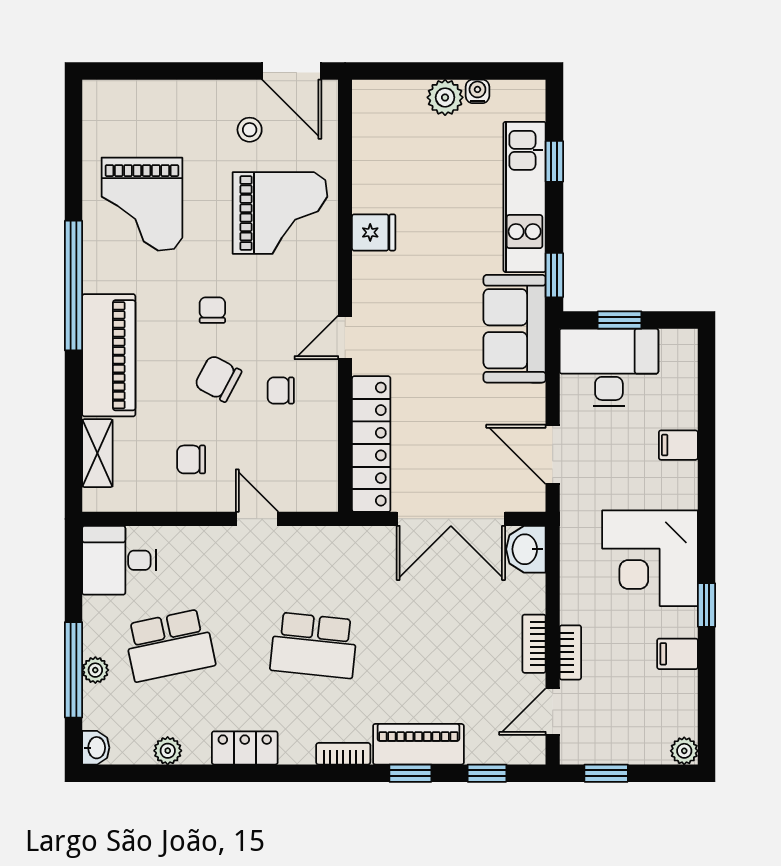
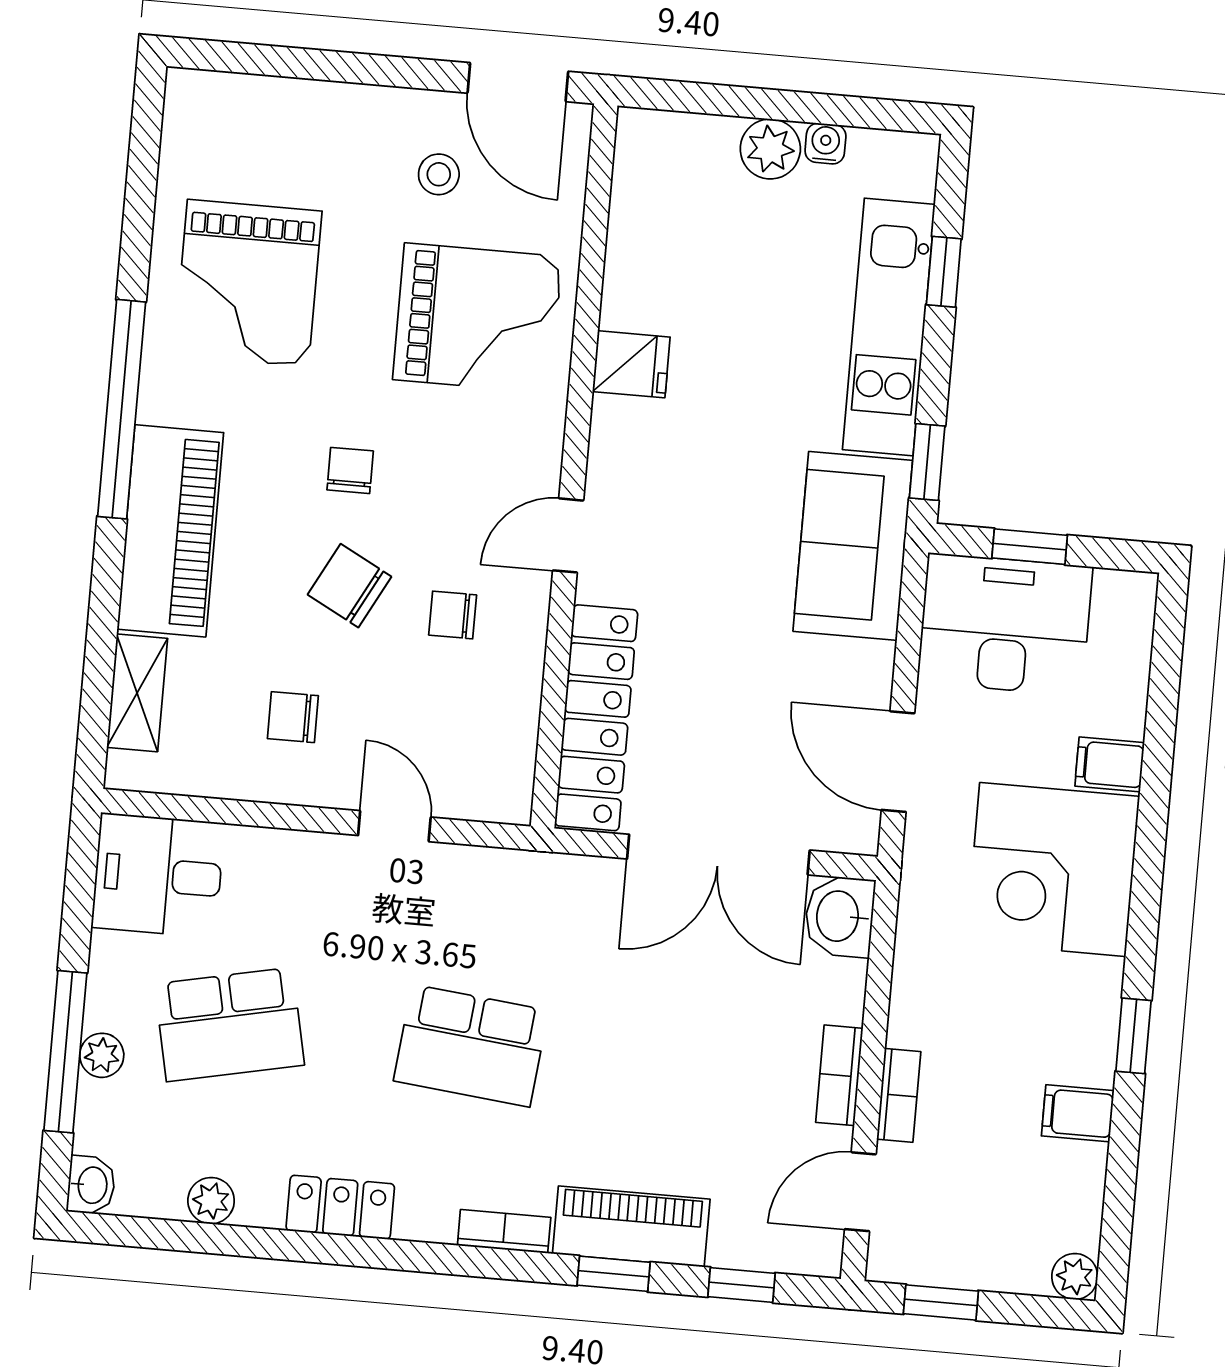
corner desk: (650, 558) -> (1053, 869), moved

